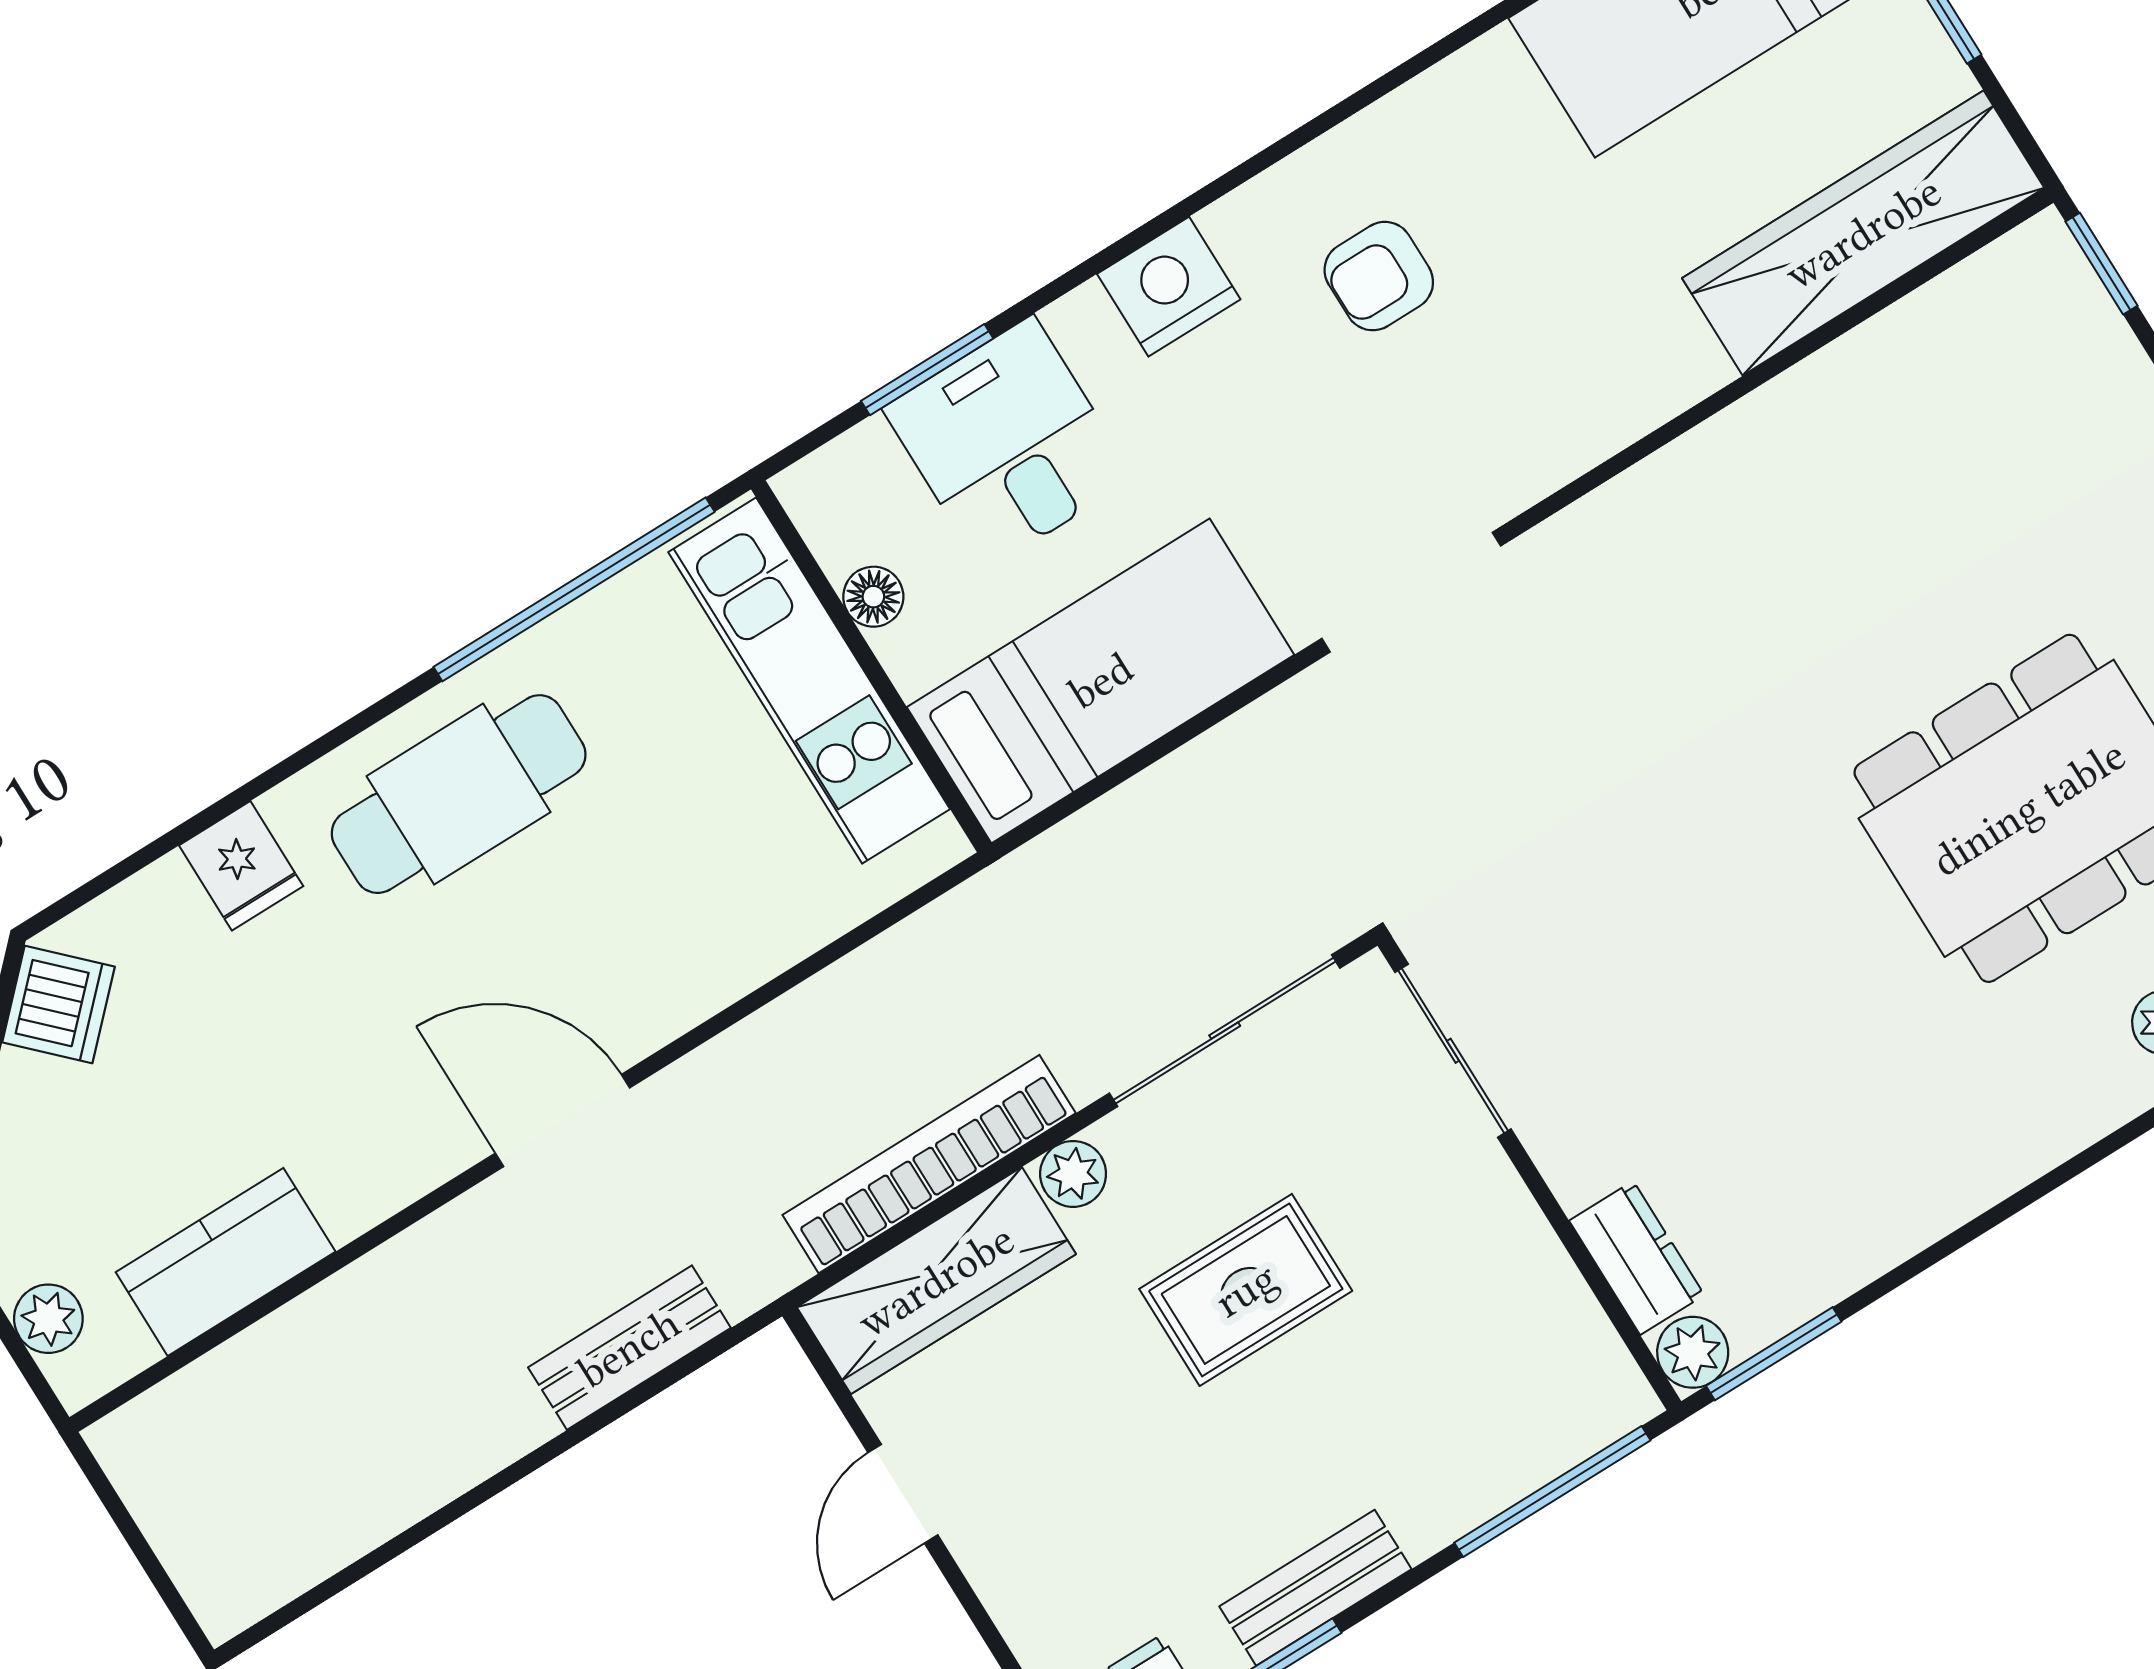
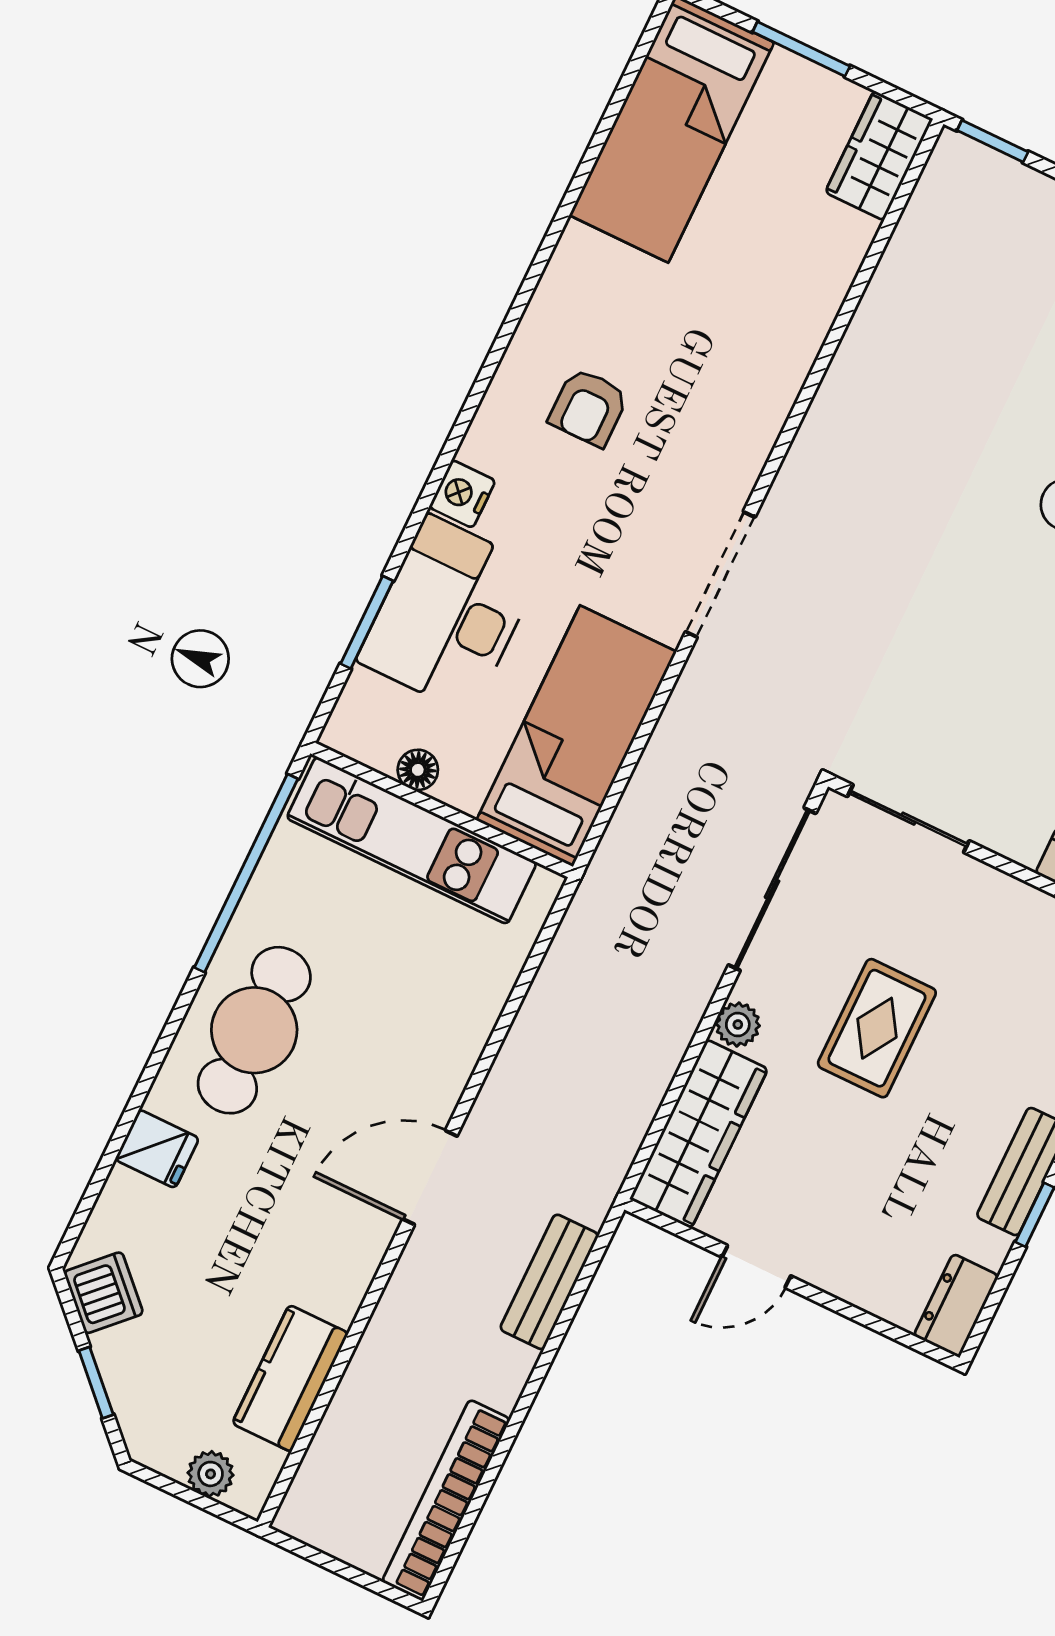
wardrobe: (1863, 233) -> (879, 156), width x0.48, depth x0.85
nightstand: (1169, 287) -> (462, 494), width x0.74, depth x0.75
desk: (1009, 443) -> (449, 614), width x1.37
bookcase: (929, 1164) -> (446, 1500), moved
door: (903, 1494) -> (756, 1266), hinge flipped

